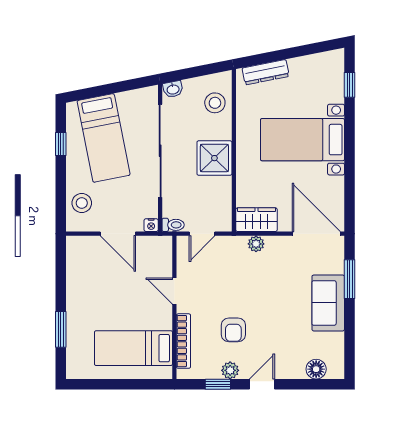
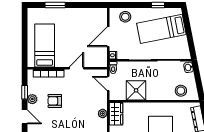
shower: (214, 158) -> (136, 90), moved

